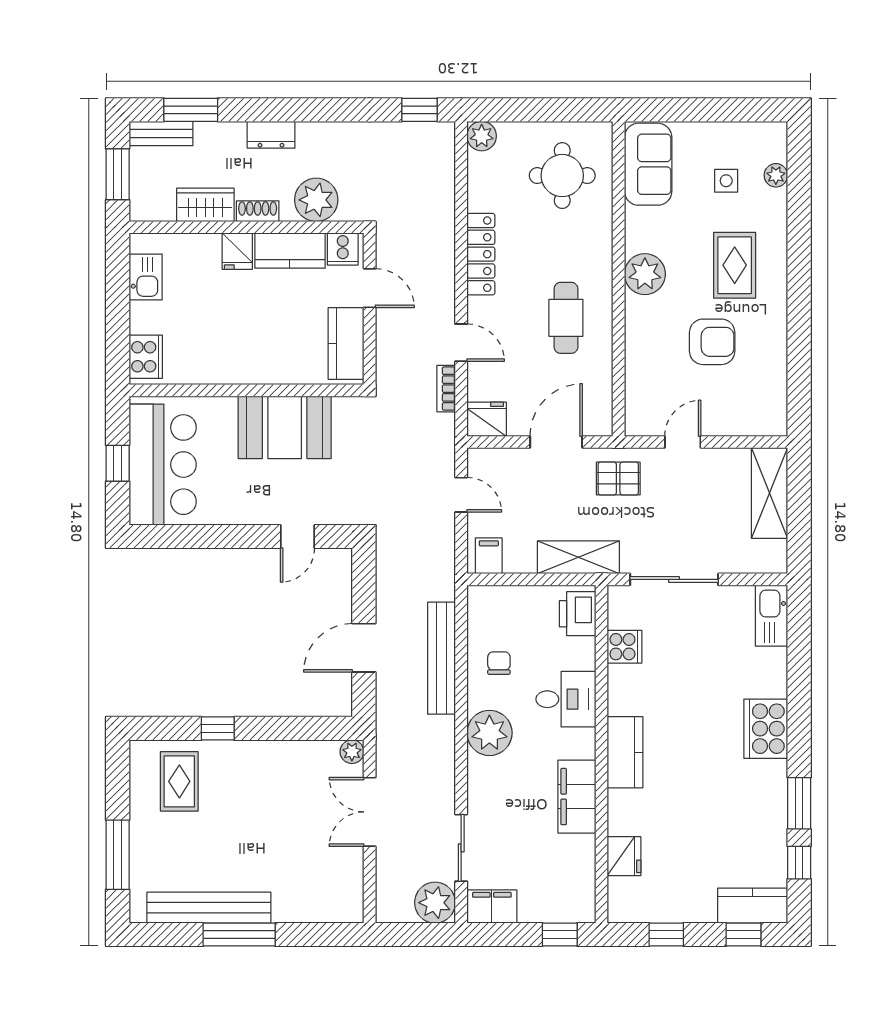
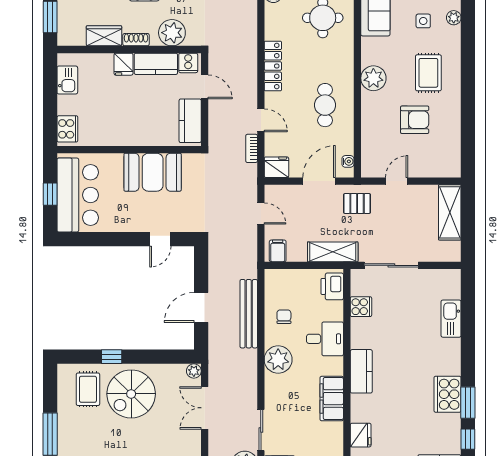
water cooler: (603, 410) -> (348, 161), added
kitchen sink: (772, 616) -> (451, 319), moved
cooker: (766, 729) -> (448, 394), moved
spiral stairs: (250, 789) -> (131, 394), added

